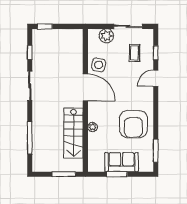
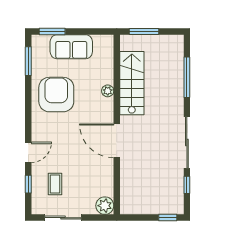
plant: (106, 36) -> (105, 206), moved
side table: (99, 65) -> (100, 169), removed
sliding door: (30, 86) -> (187, 143), width x1.37
window: (117, 174) -> (52, 32), moved

